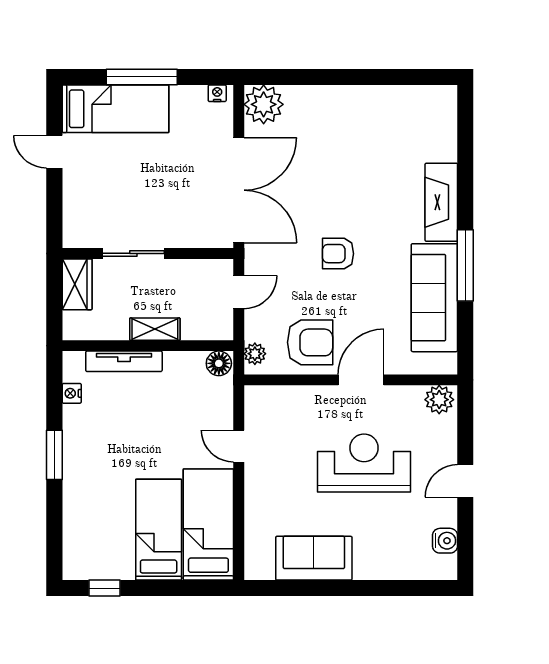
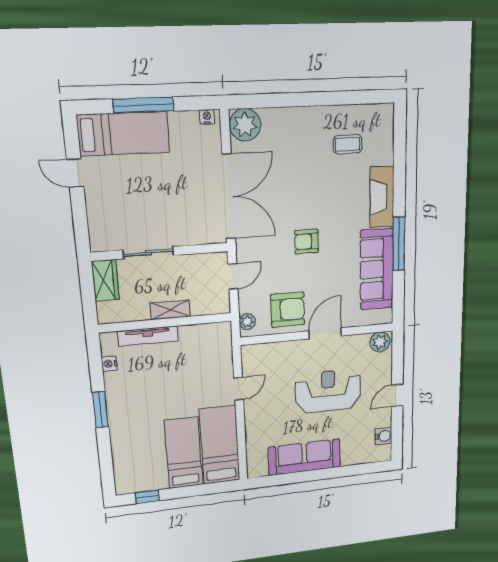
coffee table: (395, 133) -> (348, 144), added
floor lamp: (219, 363) -> (221, 331), removed
door: (239, 446) -> (239, 389), swing flipped
sofa: (314, 558) -> (304, 457), width x1.36

